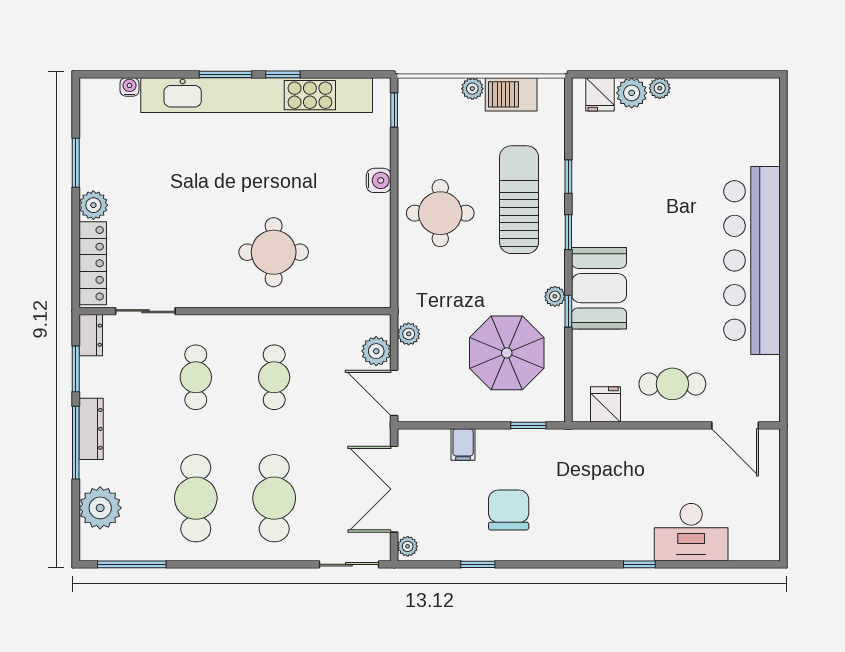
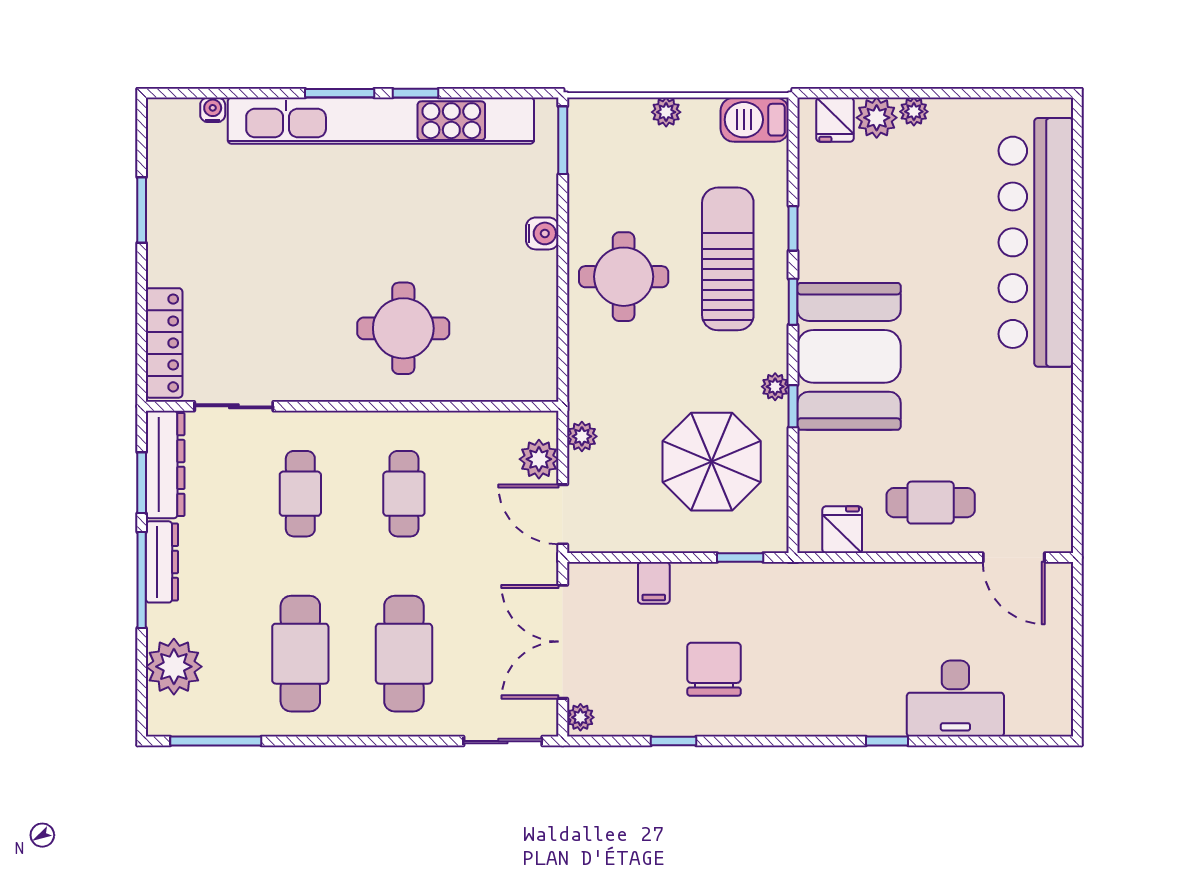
barbecue: (511, 94) -> (755, 120), moved
window: (394, 110) -> (563, 140), width x1.50
plant: (93, 205) -> (165, 266), removed
bar counter: (752, 260) -> (1036, 242), moved
booth: (599, 288) -> (849, 356), width x1.36, depth x1.42
dresser: (91, 335) -> (165, 464), width x1.96, depth x1.24

